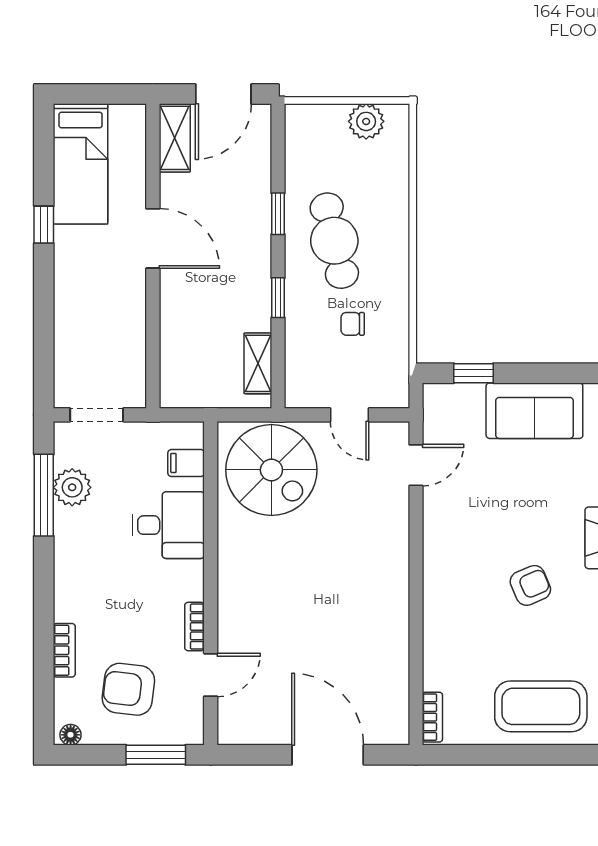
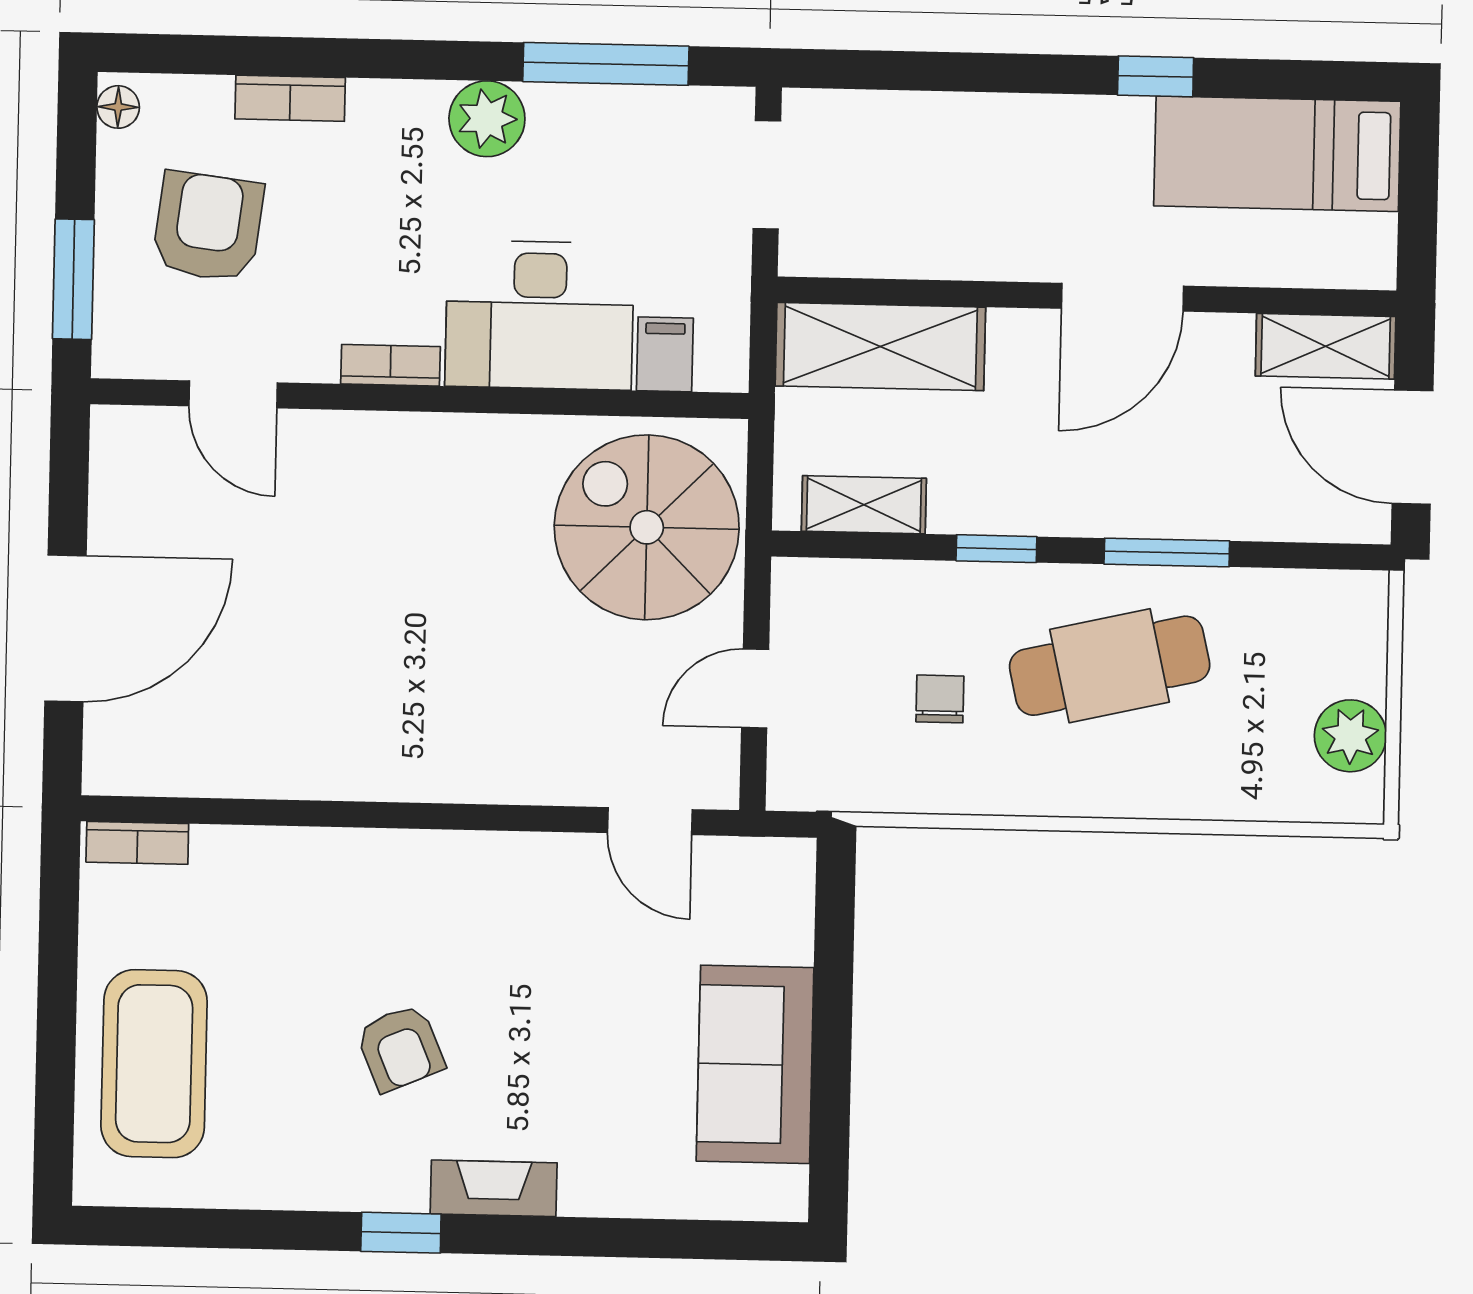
window: (278, 214) -> (1167, 553), width x1.50
shelving: (180, 357) -> (880, 347), added
window: (474, 373) -> (834, 942), removed
spiral stairs: (271, 470) -> (647, 527), turned 90
plant: (72, 487) -> (487, 119), moved
desk: (168, 525) -> (540, 315), width x1.37
bookcase: (195, 627) -> (391, 365), moved

